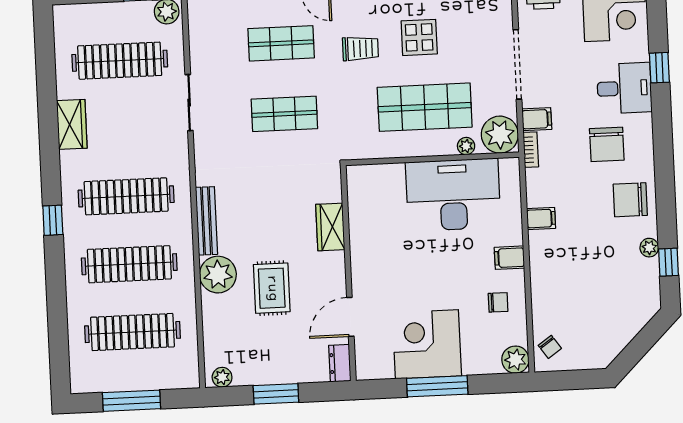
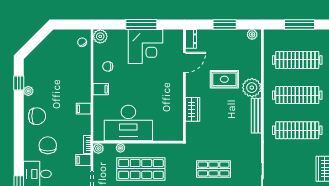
plant: (500, 135) -> (98, 149), width x0.53, depth x0.53
rug: (272, 288) -> (224, 79), turned 90

